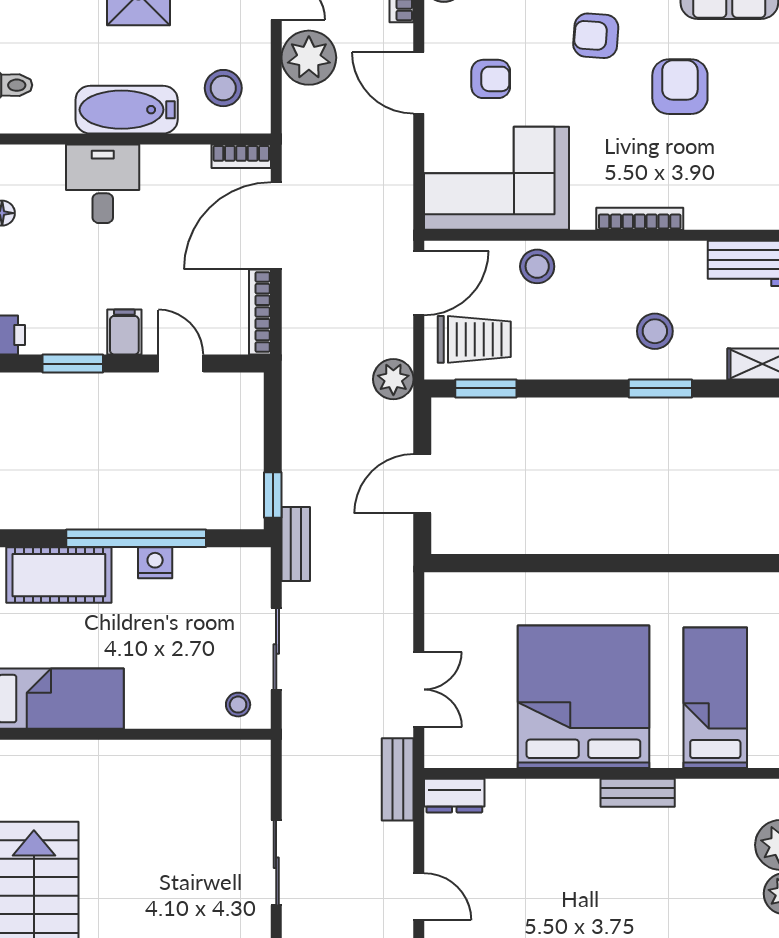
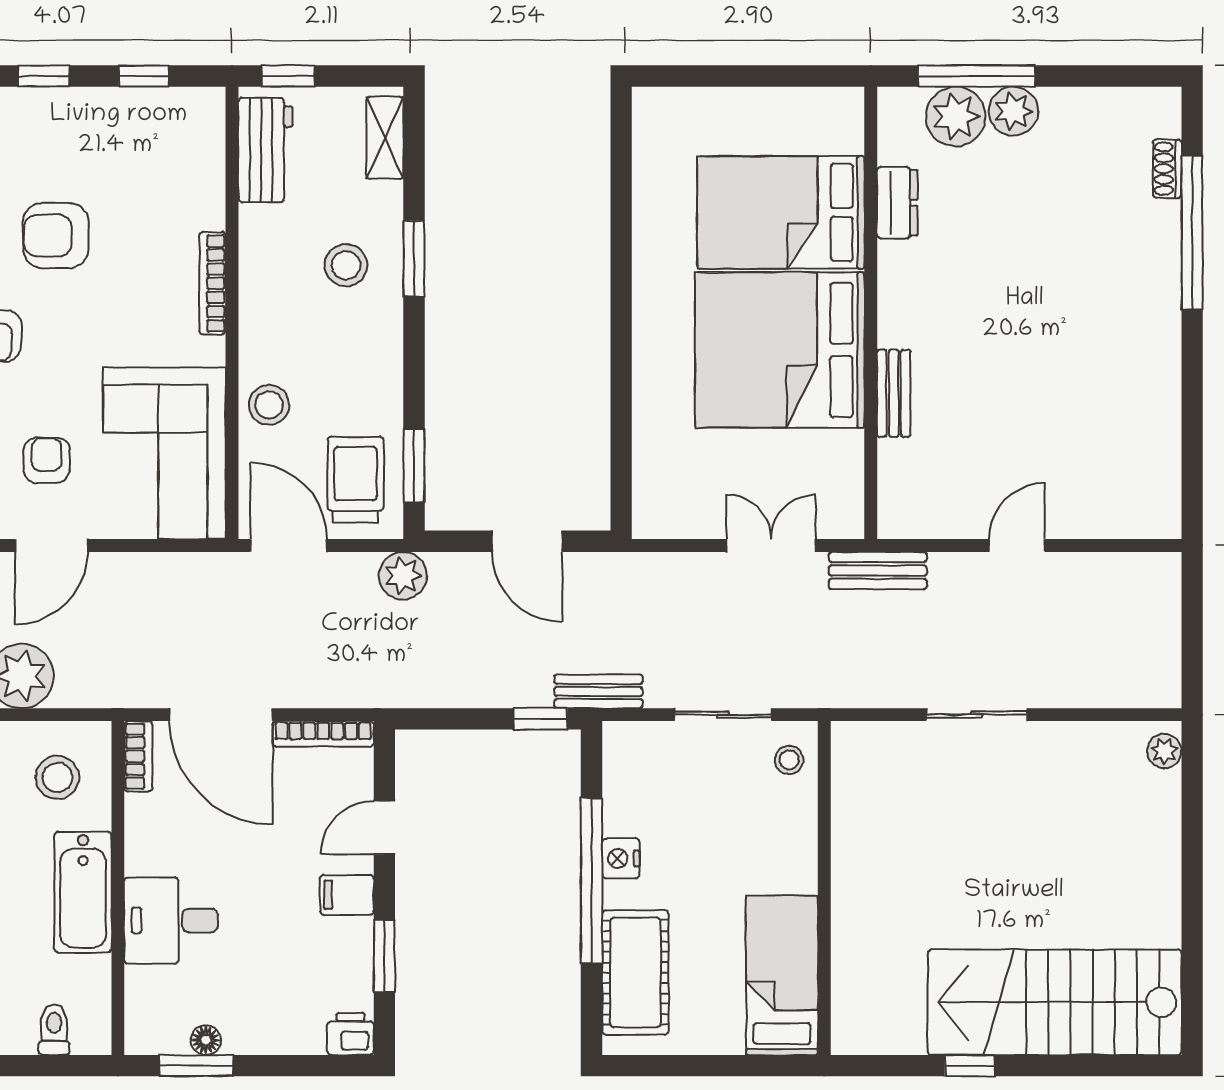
bed: (715, 698) -> (781, 212), width x1.50
bench: (638, 793) -> (894, 393), moved
dresser: (454, 796) -> (897, 203), moved

